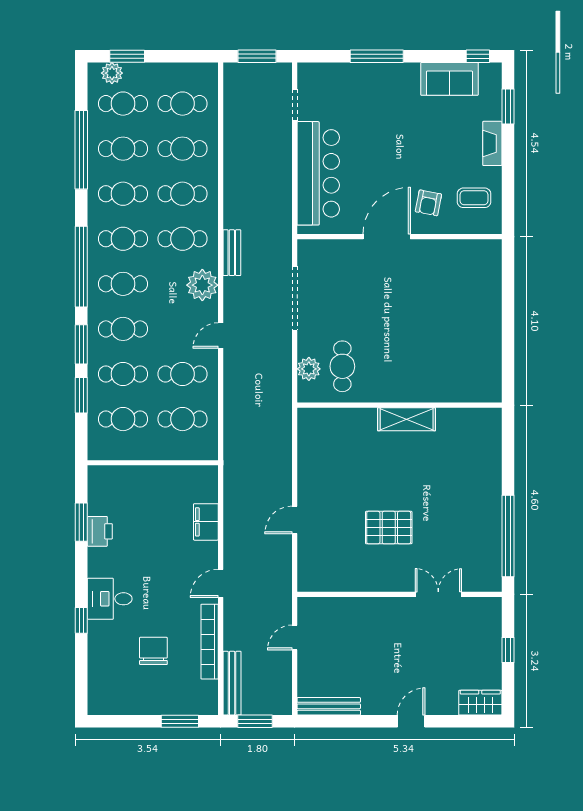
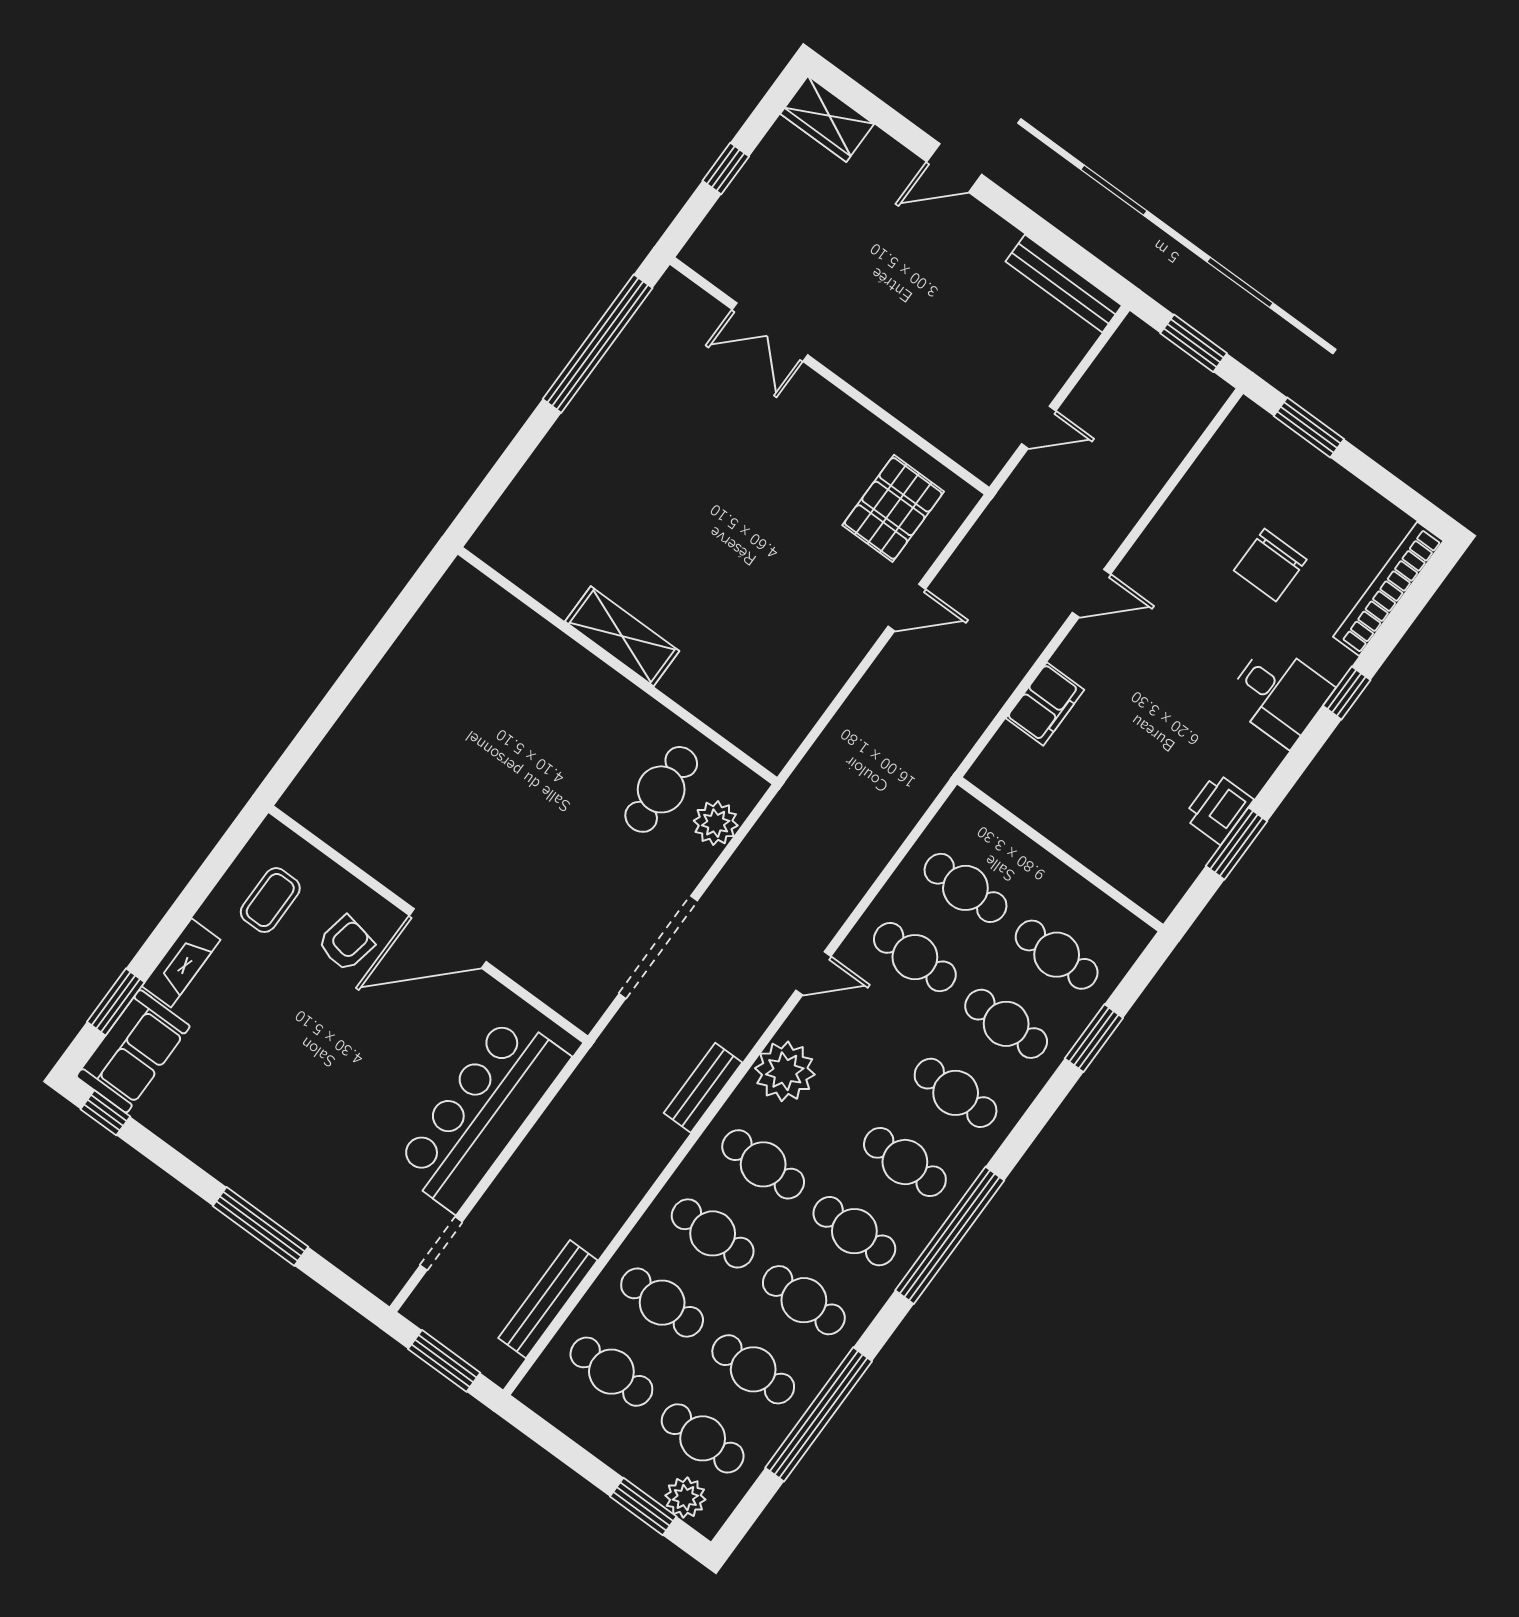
sofa: (449, 79) -> (133, 1051), moved, turned 90
coffee table: (474, 198) -> (270, 900), turned 90
window: (81, 344) -> (1037, 1116), removed
pallet: (389, 528) -> (893, 508), moved, turned 90
bookcase: (210, 642) -> (1388, 589), moved, turned 180
bench: (232, 683) -> (548, 1299), moved

